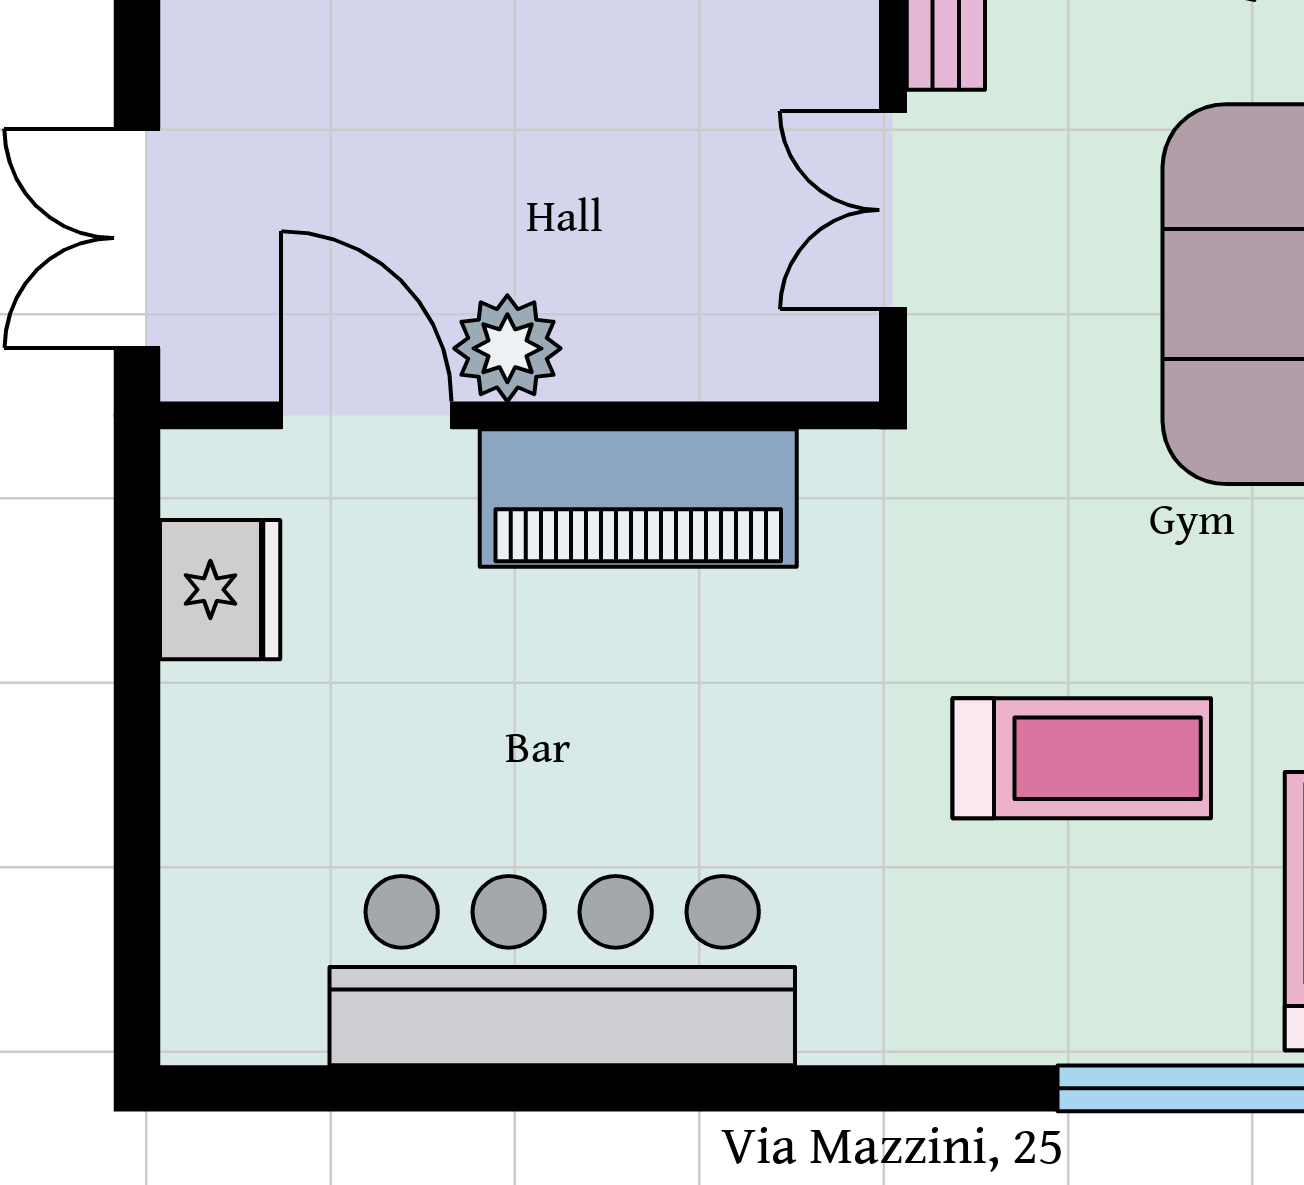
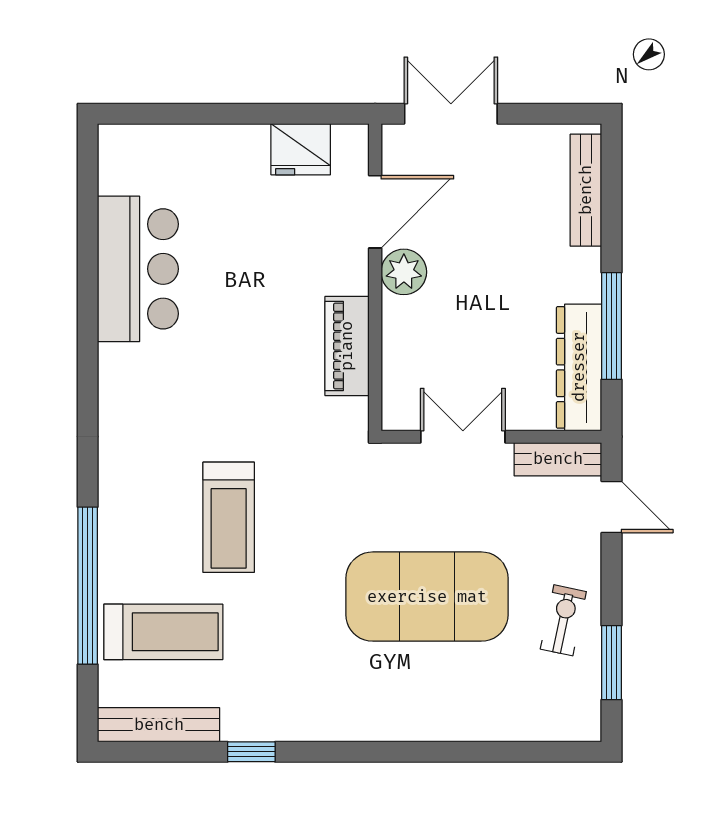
piano: (638, 498) -> (347, 346), width x0.73, depth x0.75
bar counter: (562, 971) -> (138, 269), width x0.73

